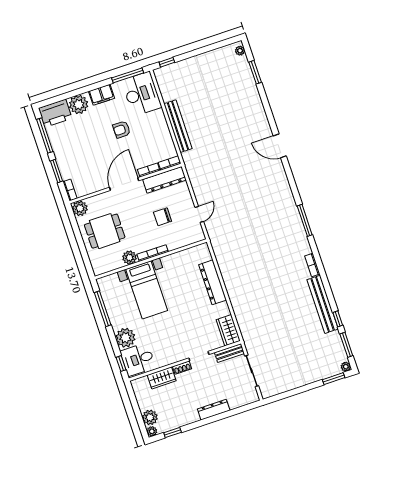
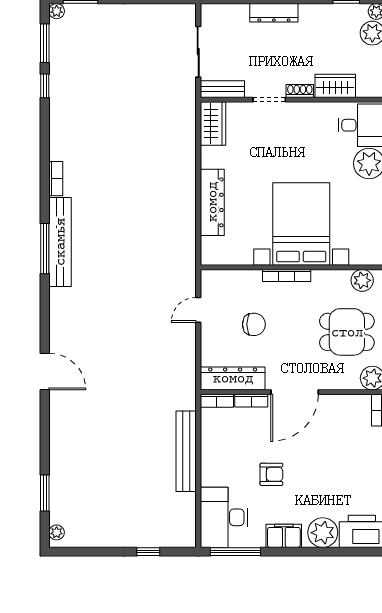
window: (167, 62) -> (148, 552), moved
plant: (130, 258) -> (362, 280), moved
bed with nightstands: (147, 290) -> (301, 224), width x1.36
bench: (323, 304) -> (60, 242), moved

